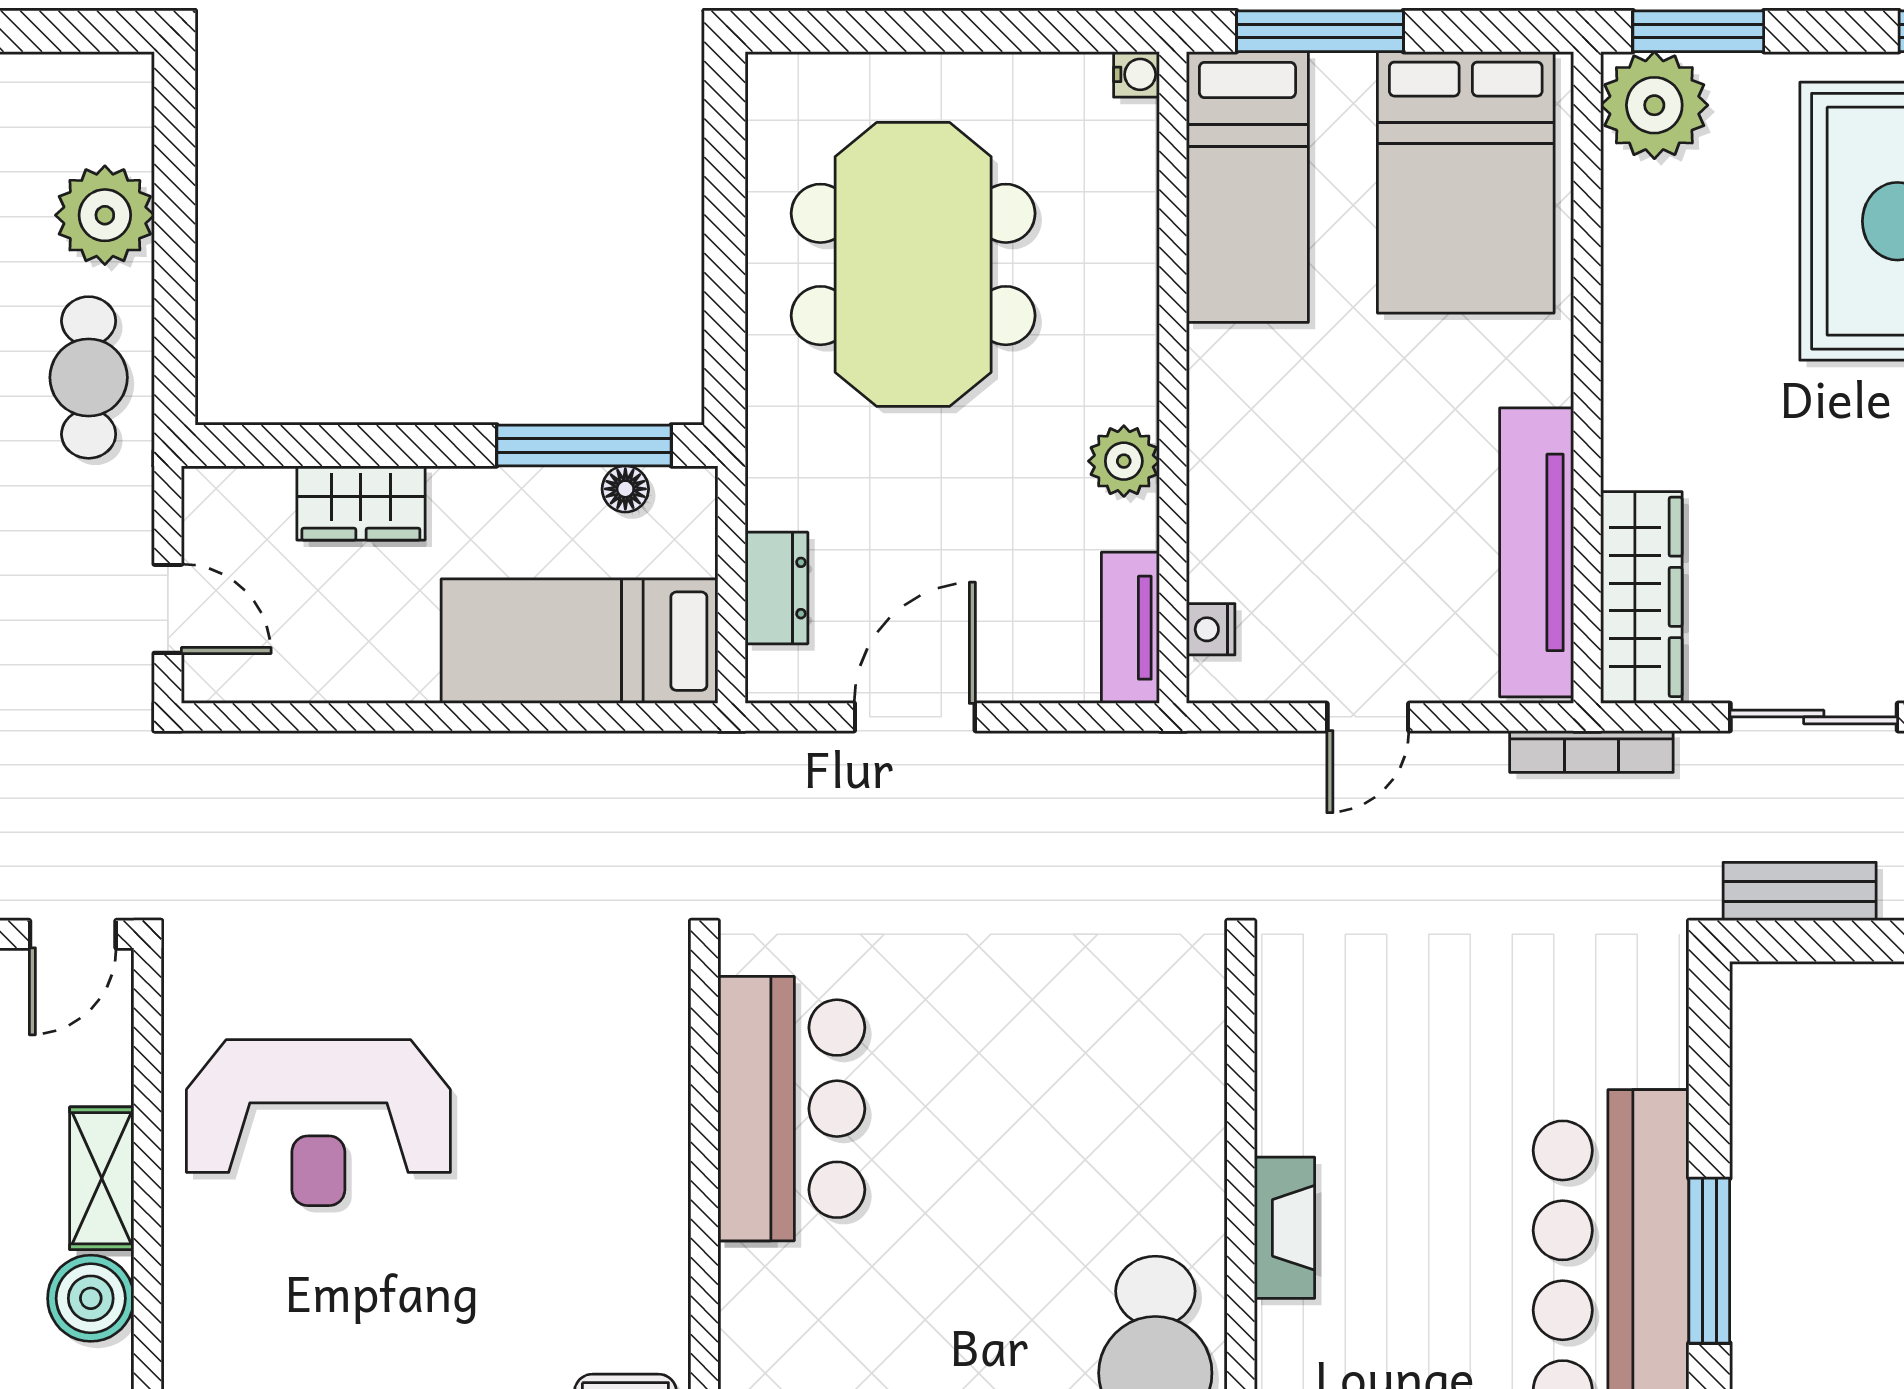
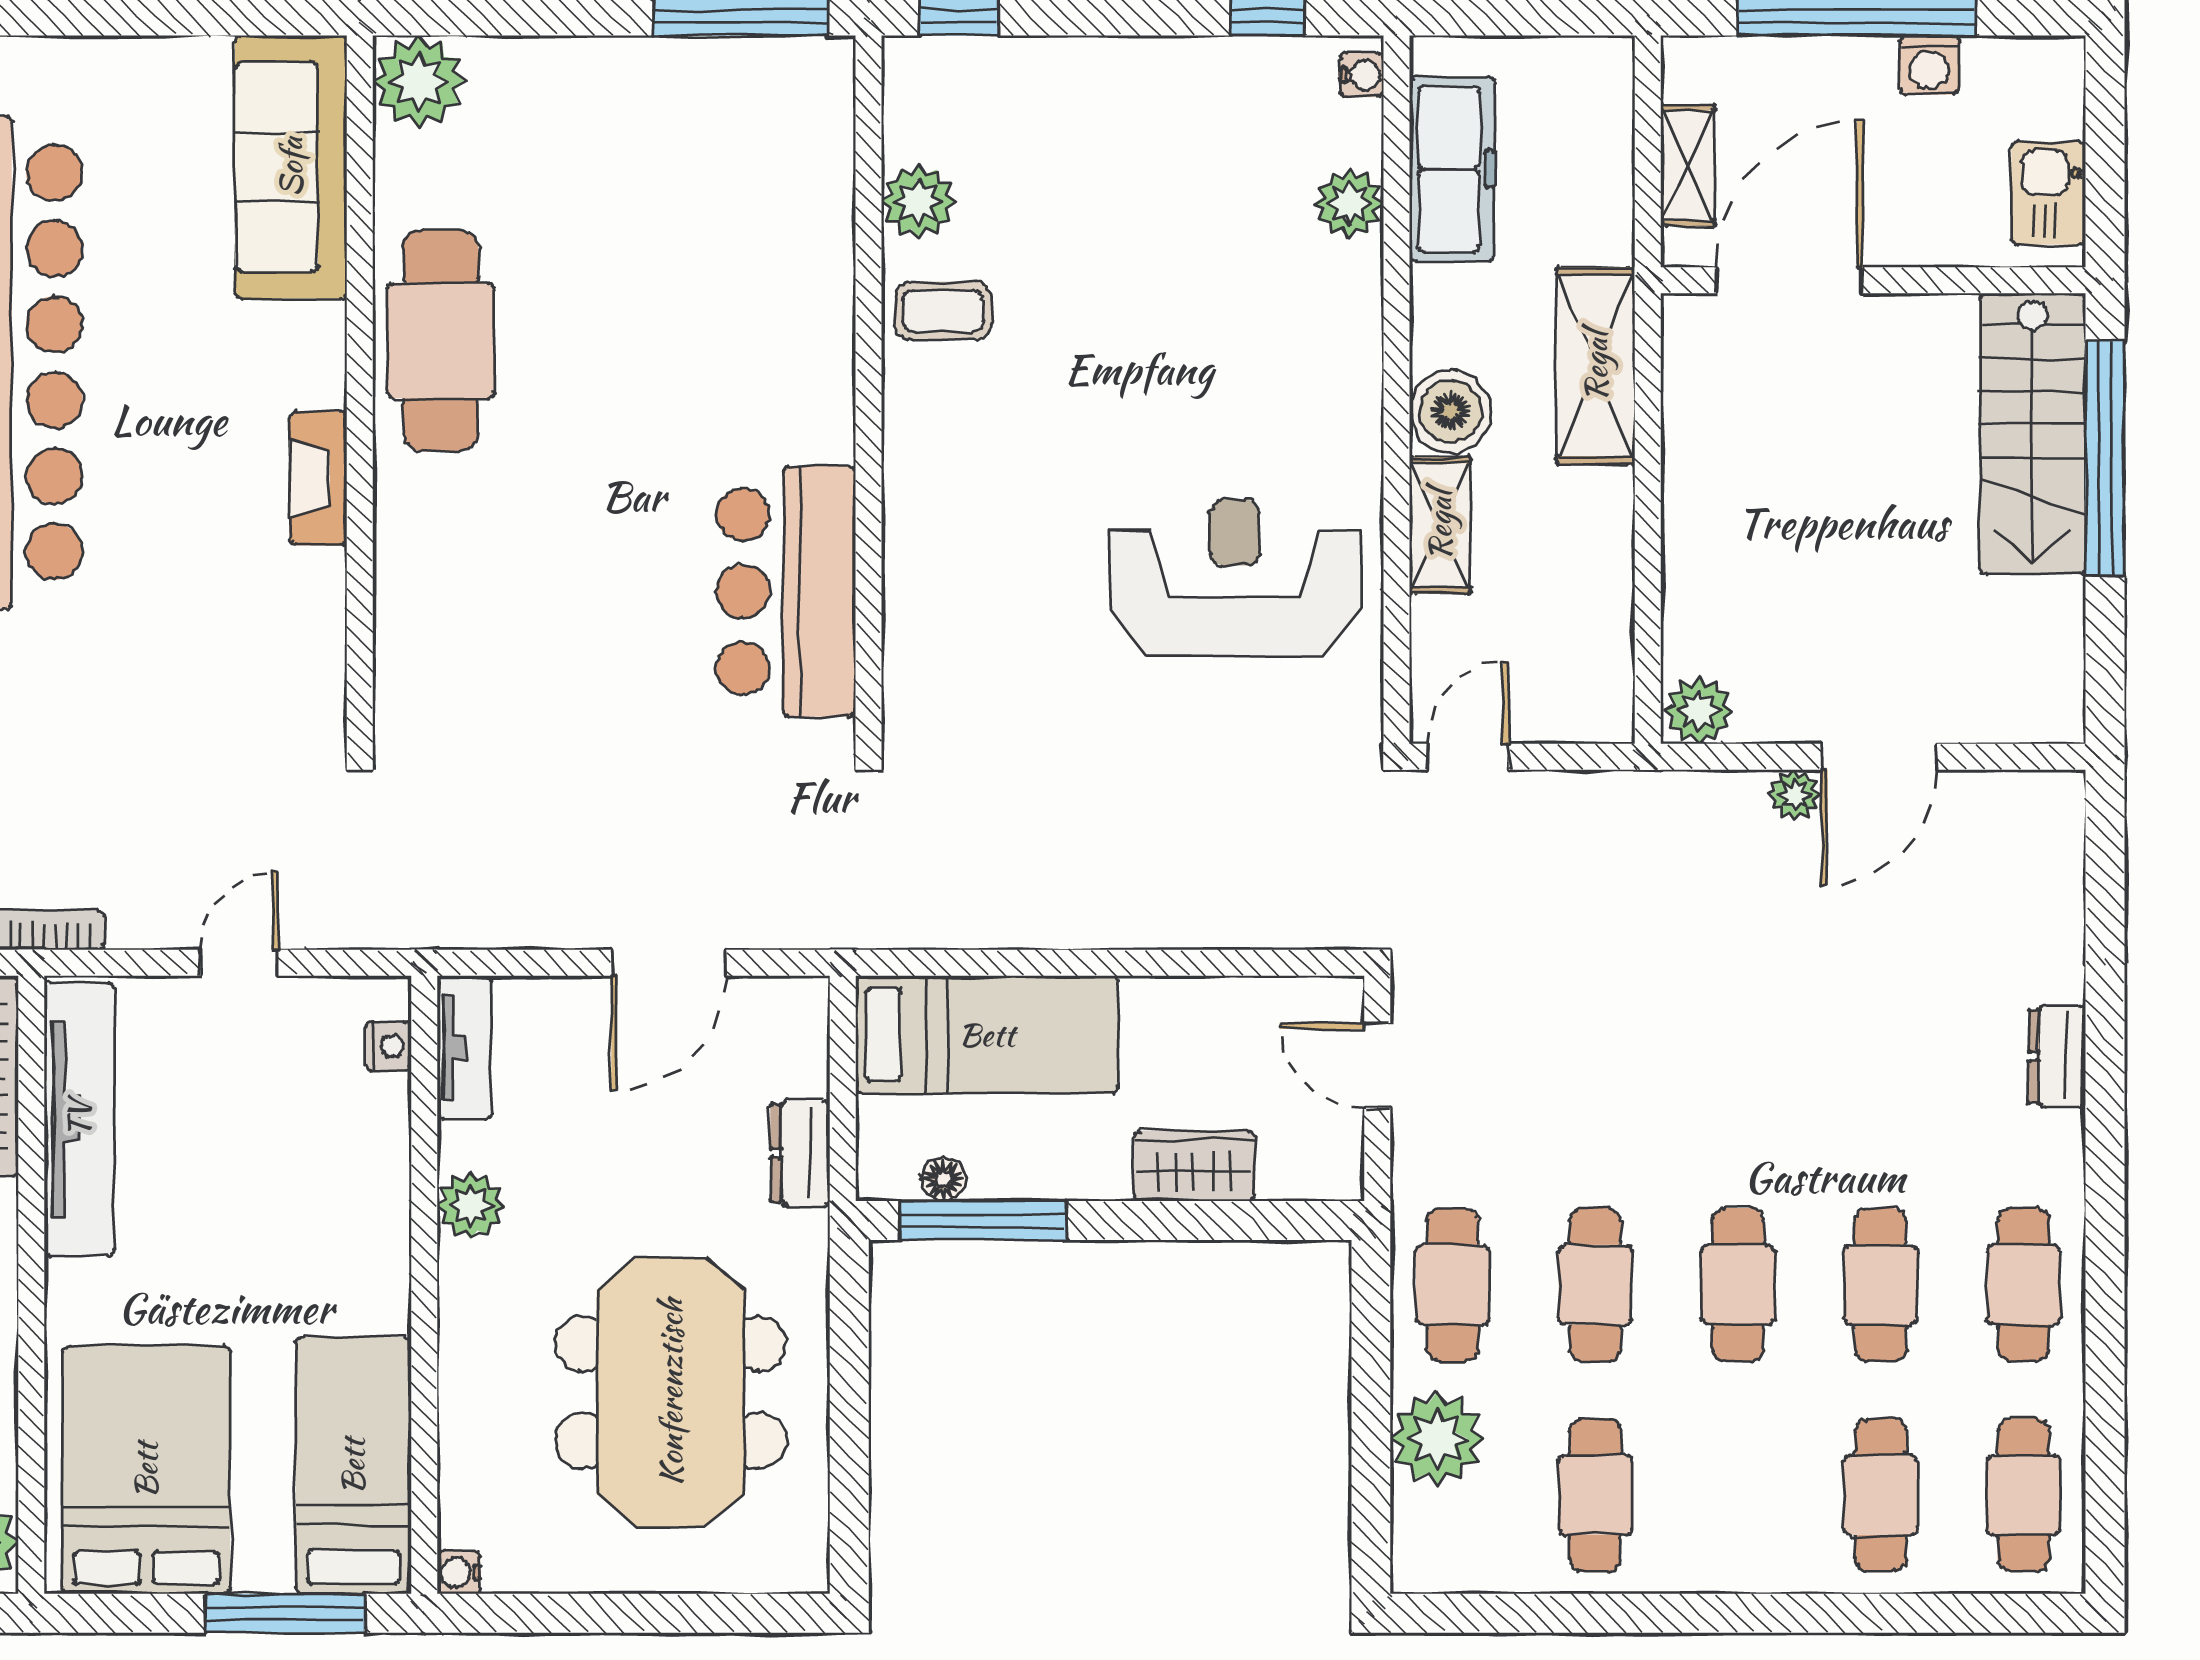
dresser: (776, 588) -> (800, 1153), moved

